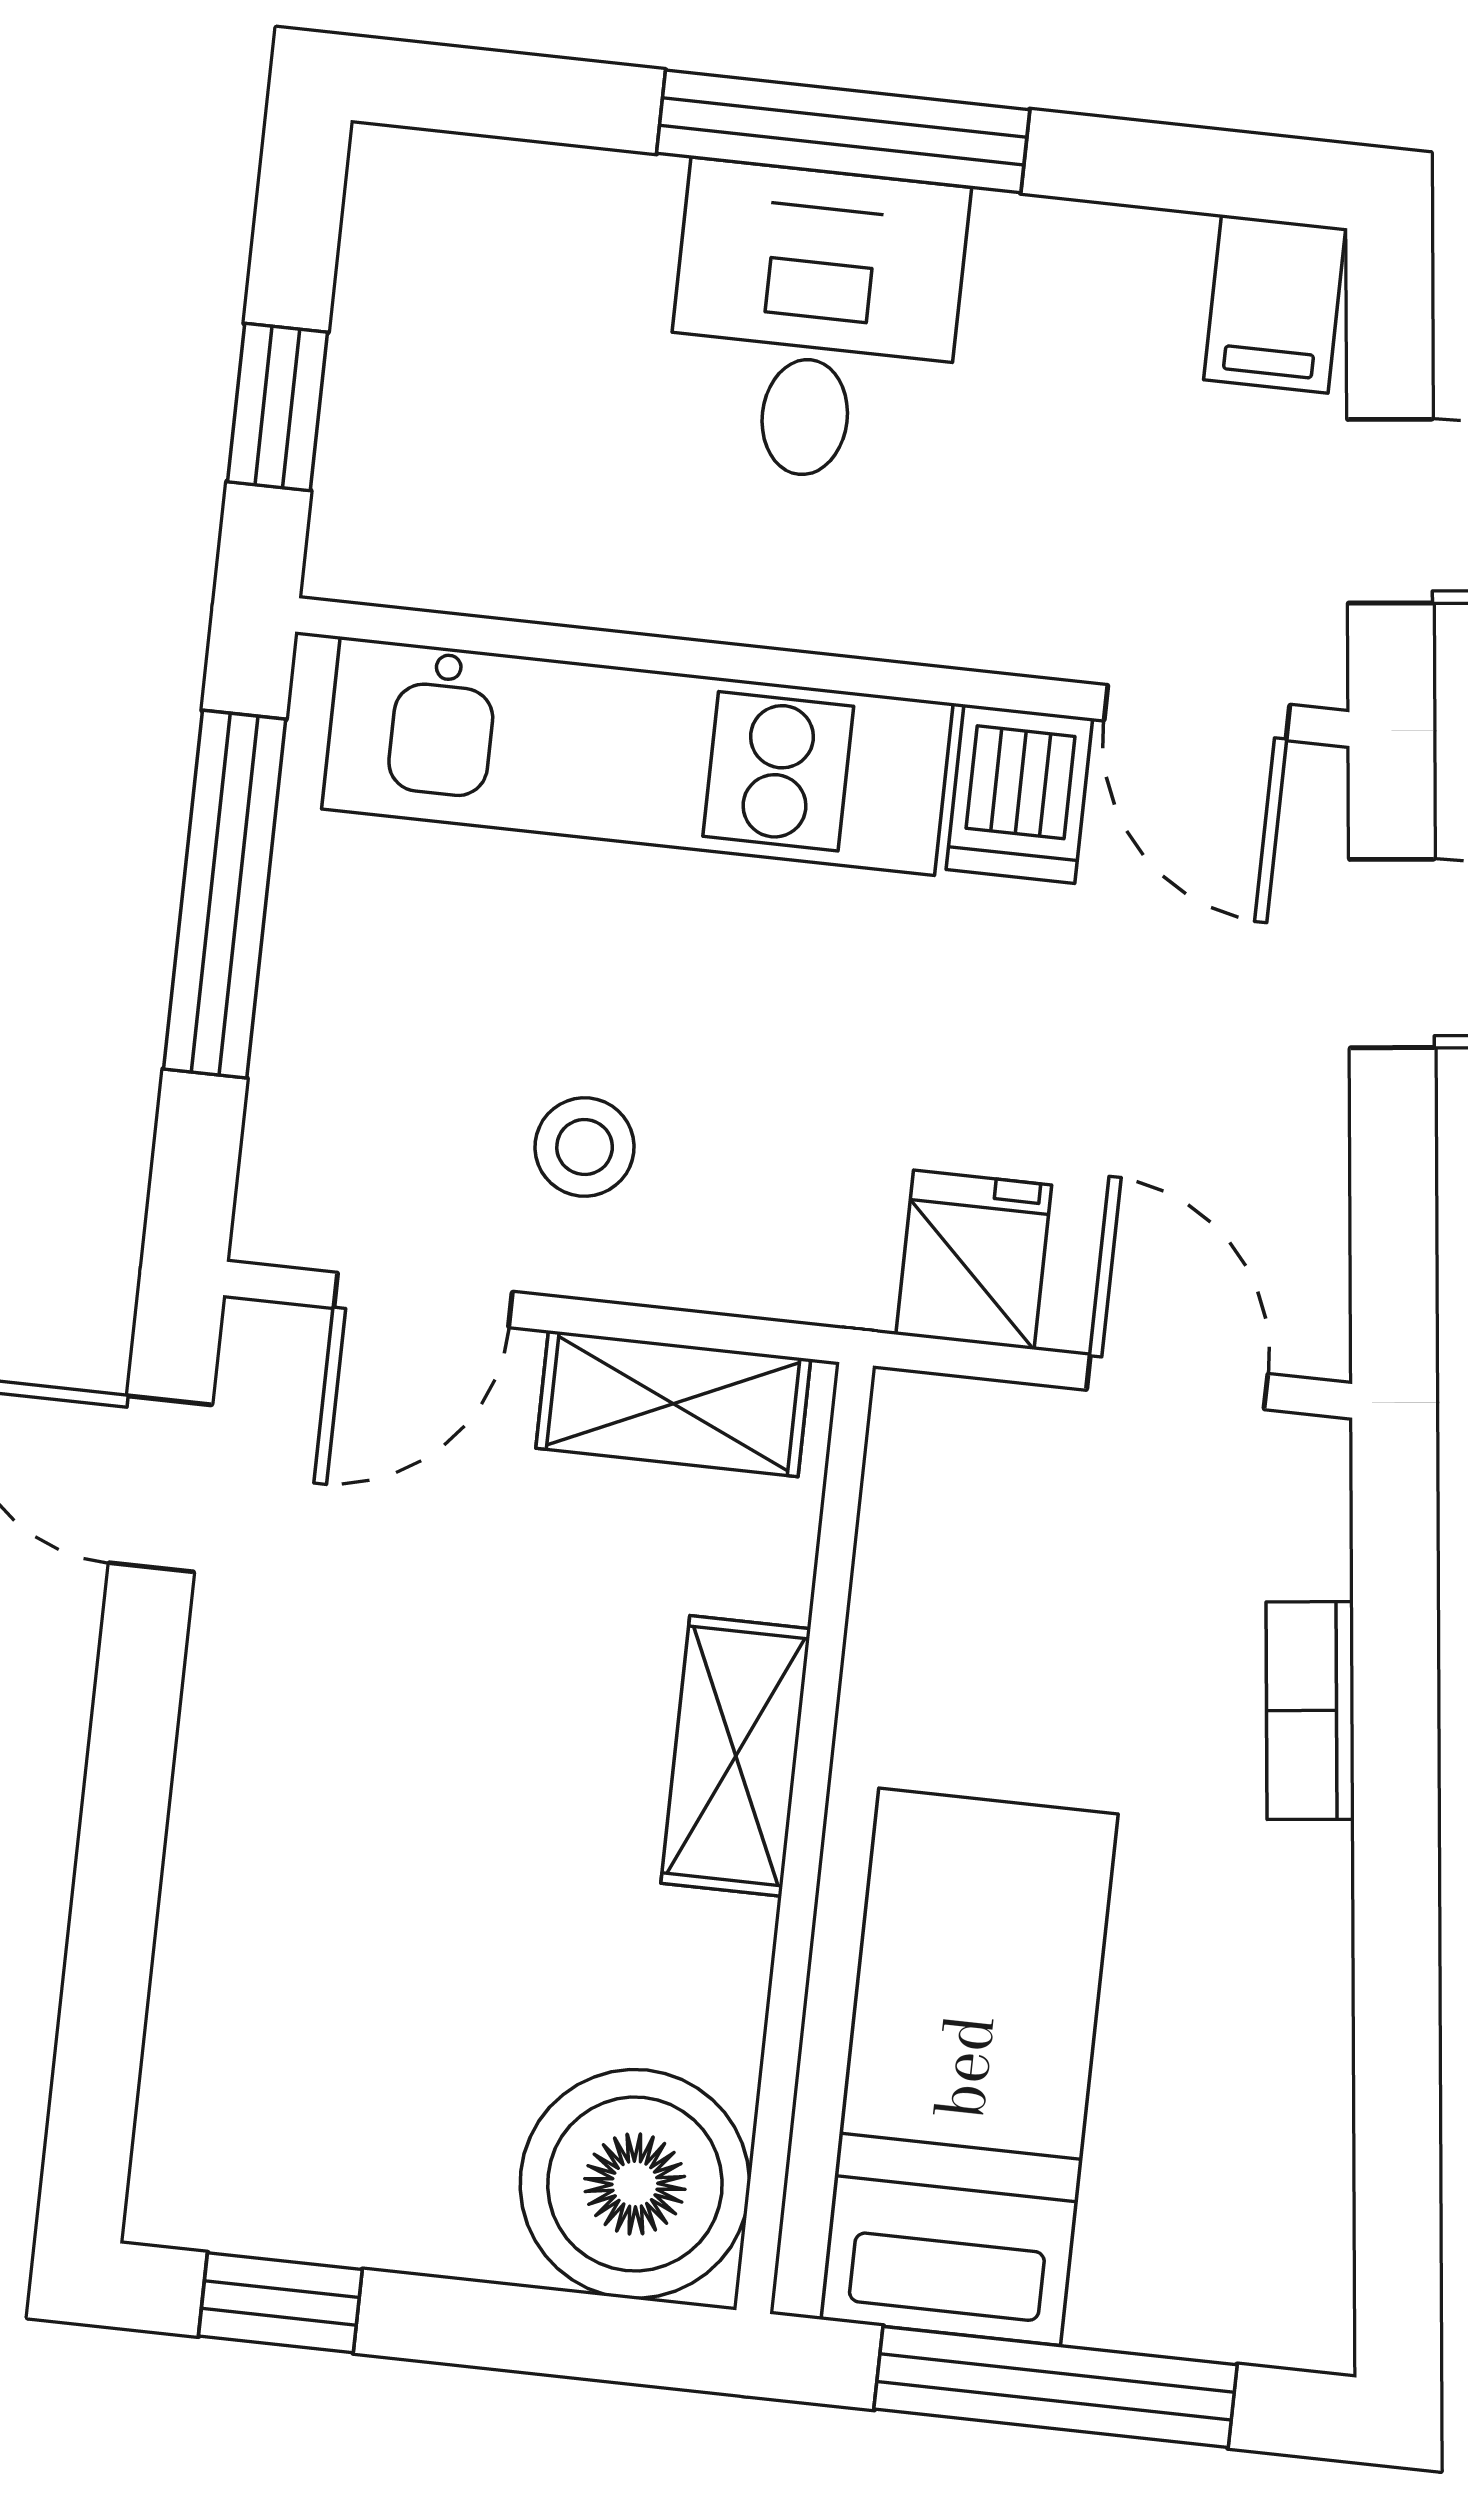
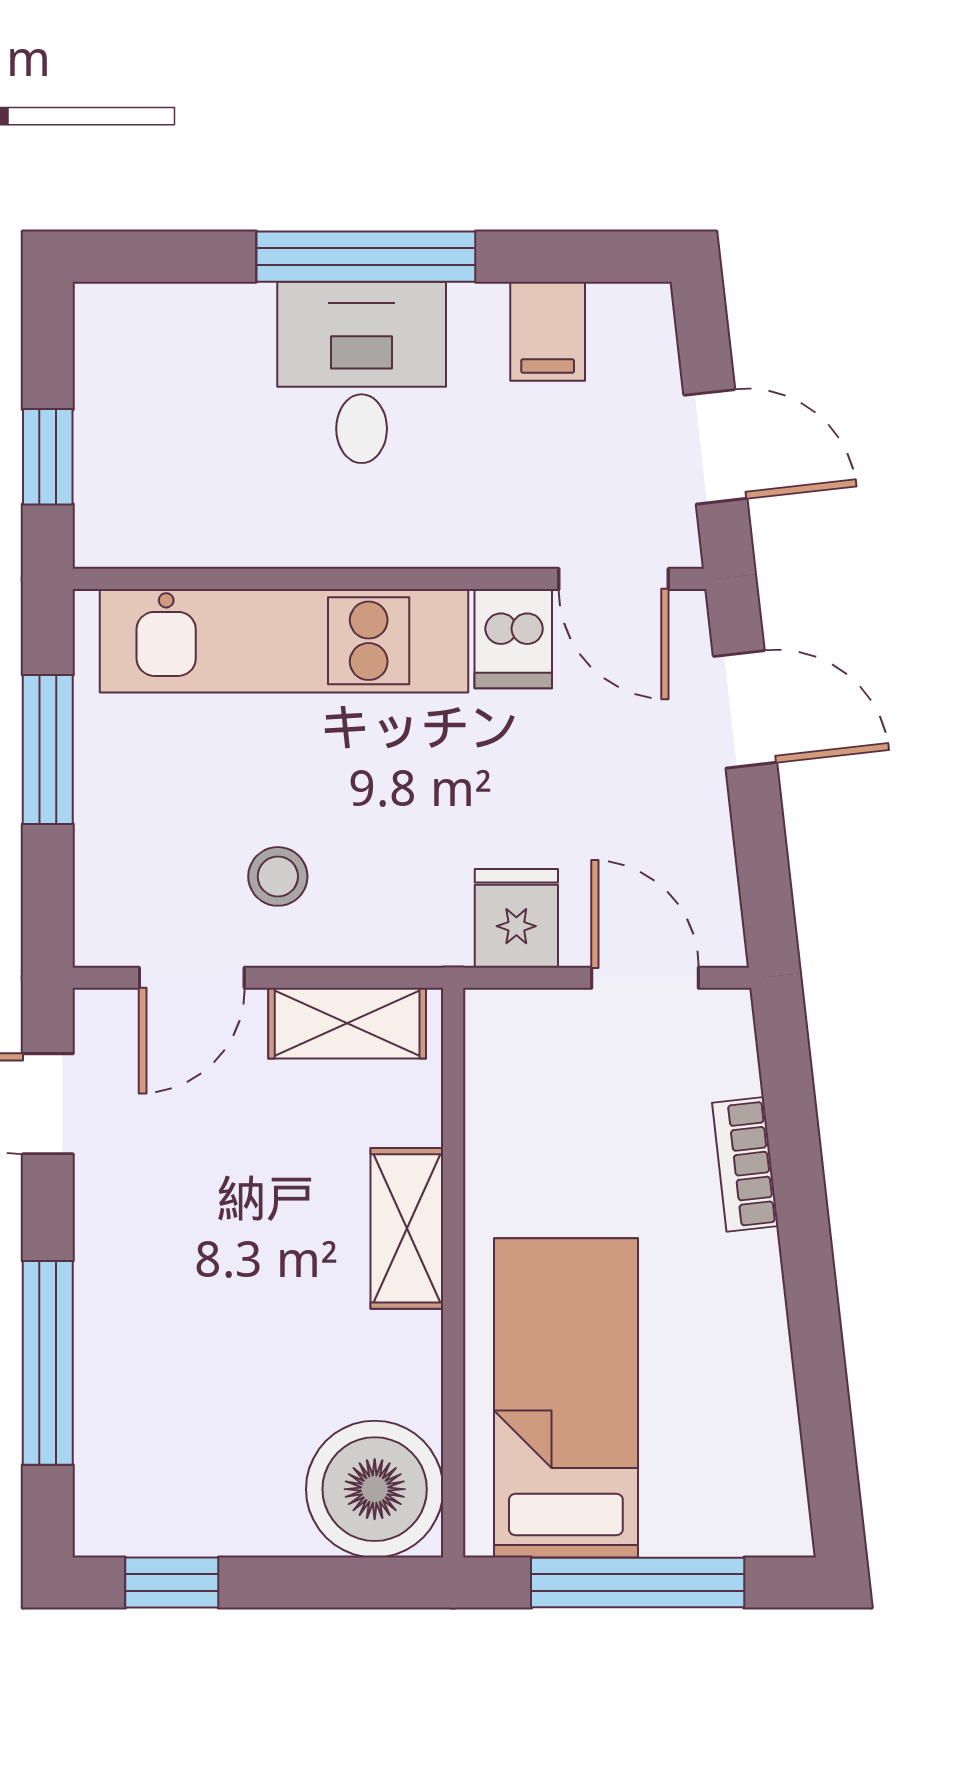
filing cabinet: (1275, 304) -> (548, 331), moved
window: (225, 894) -> (48, 750), width x0.69
window: (114, 1915) -> (48, 1363), added

